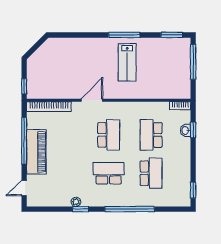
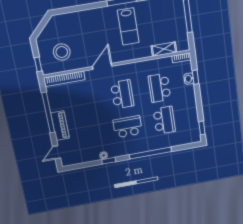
stool: (52, 77) -> (62, 52), added
shelving: (162, 93) -> (164, 49), added
piano: (36, 152) -> (60, 126), width x0.73, depth x0.75

